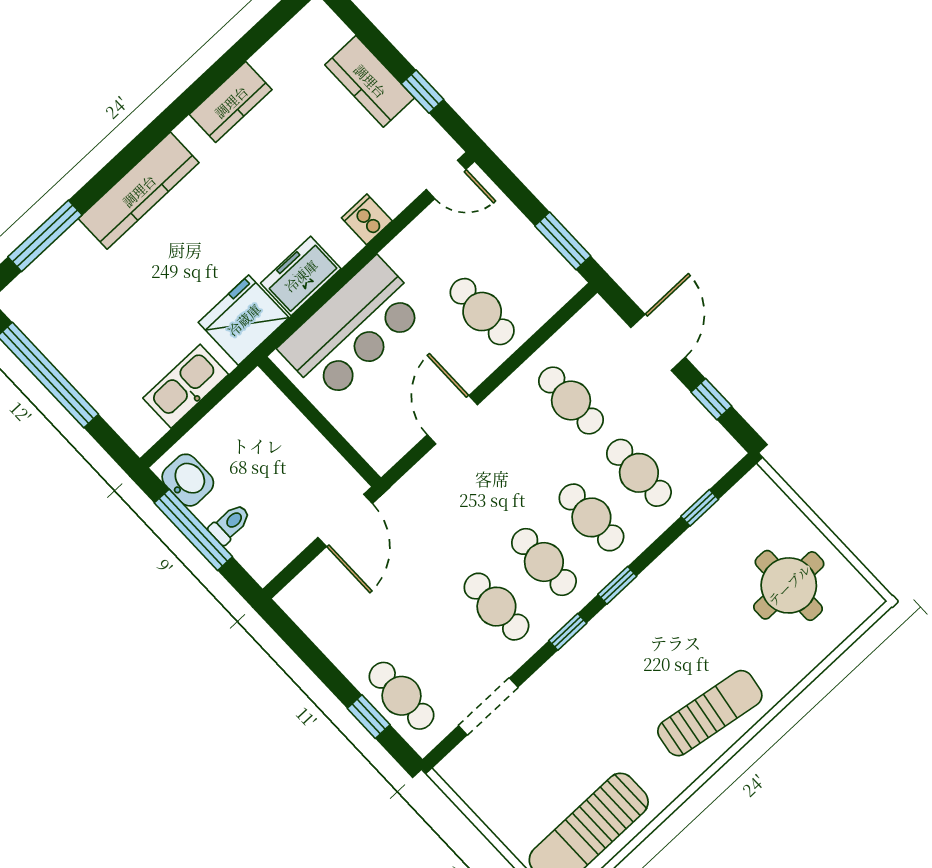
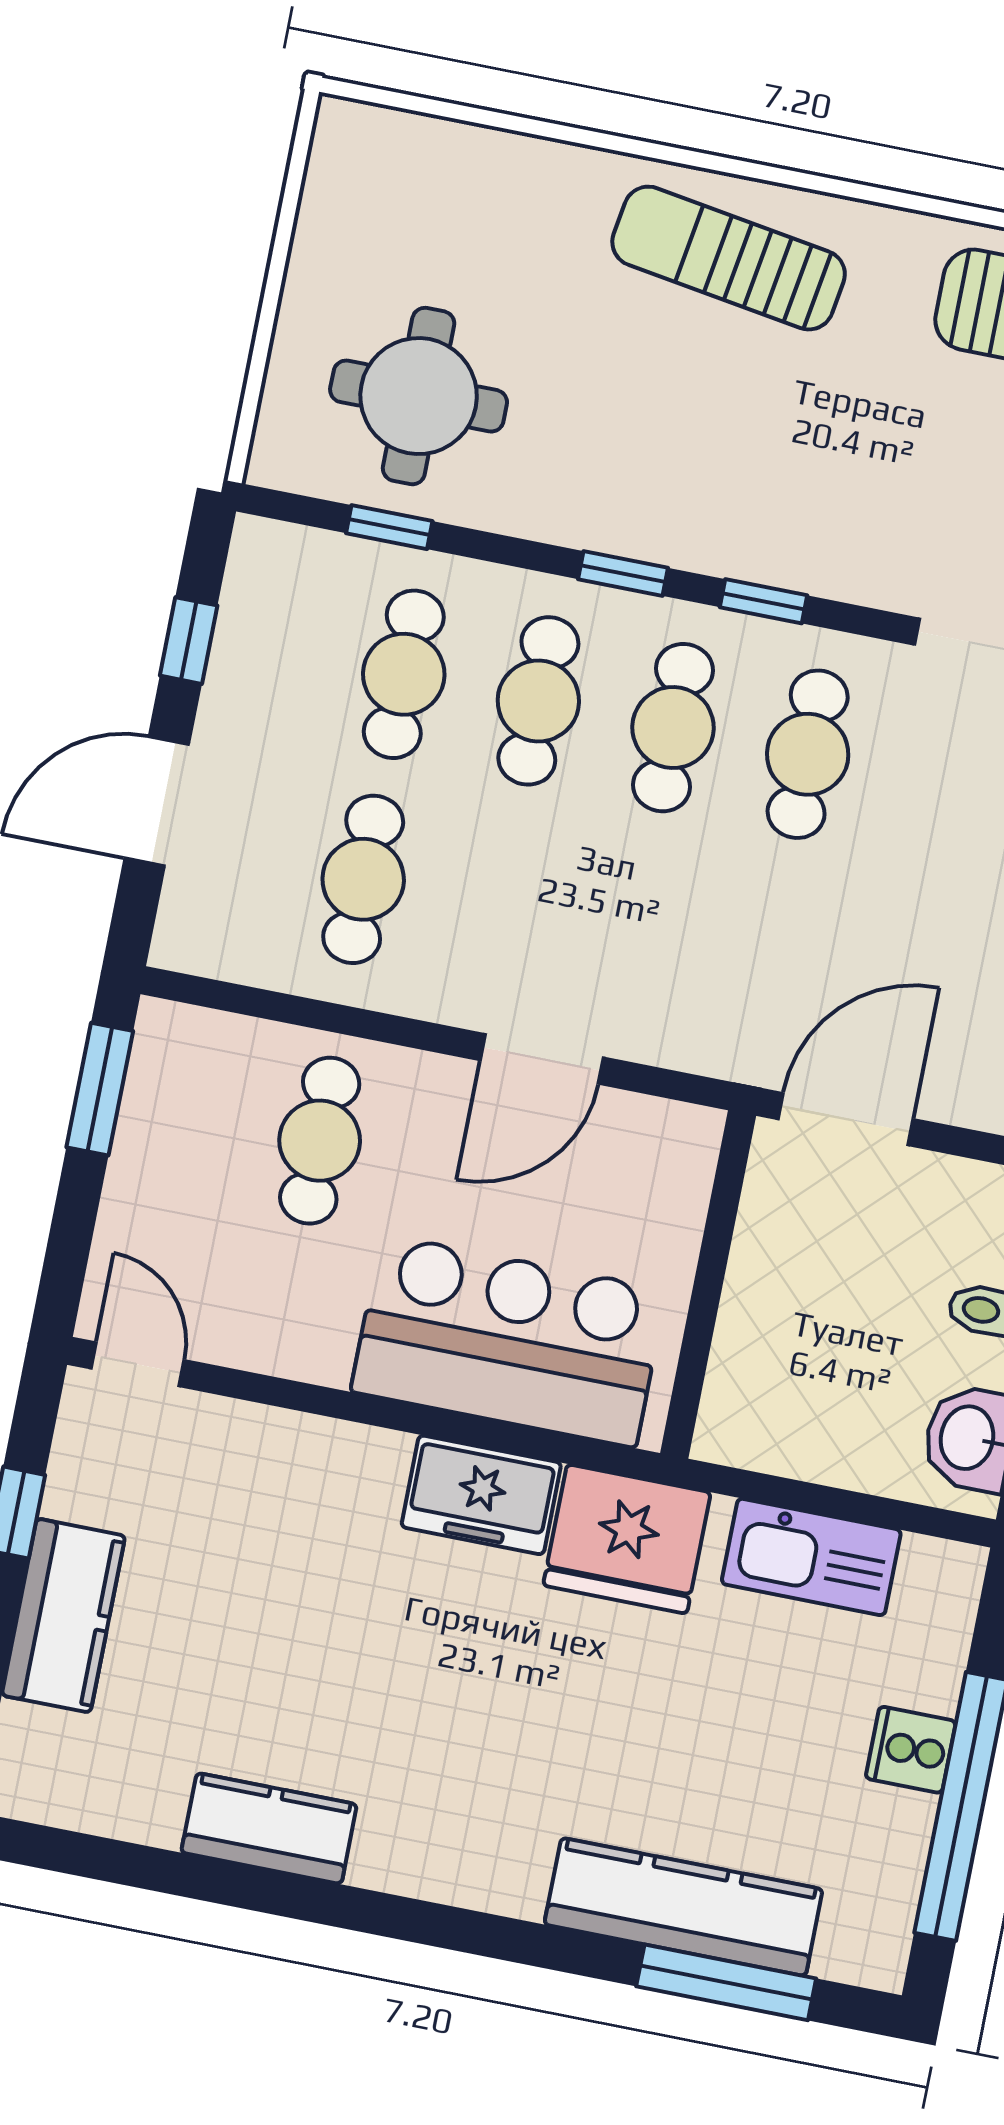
kitchen counter: (139, 191) -> (683, 1907), moved
cooker: (367, 219) -> (911, 1750), moved, turned 90
round table: (789, 585) -> (419, 396), moved

